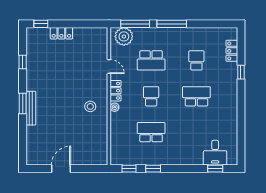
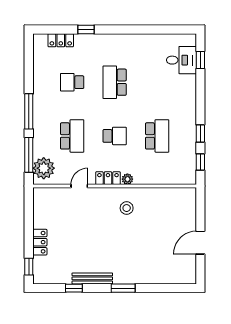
school desk: (151, 96) -> (115, 136), turned 180
bench: (31, 108) -> (92, 278), moved
school desk: (151, 132) -> (157, 136), turned 180
door: (61, 169) -> (200, 243), hinge flipped

